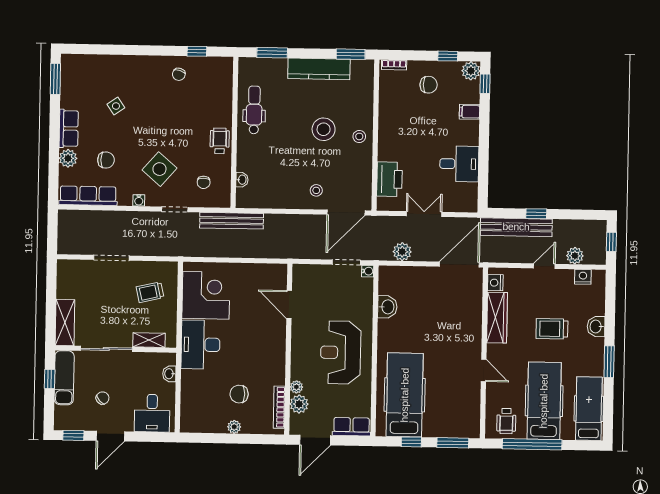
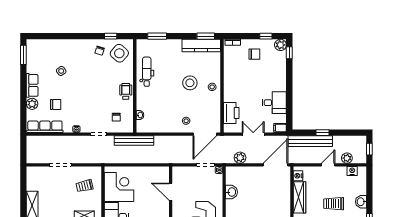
kitchen counter: (319, 69) -> (201, 46), moved
filing cabinet: (469, 112) -> (280, 128), moved
side table: (159, 169) -> (119, 53), moved

